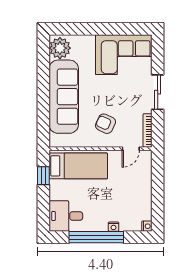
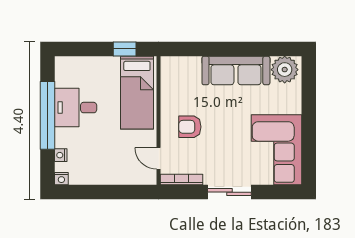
sofa: (64, 97) -> (236, 71), width x0.74, depth x0.79
armchair: (106, 124) -> (190, 127), turned -115
desk: (66, 216) -> (76, 108), moved, turned -90
nightstand: (113, 227) -> (61, 155), moved

